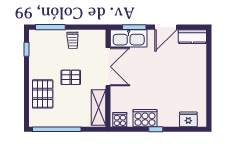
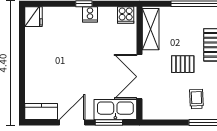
trolley: (73, 40) -> (196, 99), moved
cooker: (145, 118) -> (90, 14), width x0.53, depth x0.76
fridge: (188, 119) -> (34, 17), moved, turned -90

